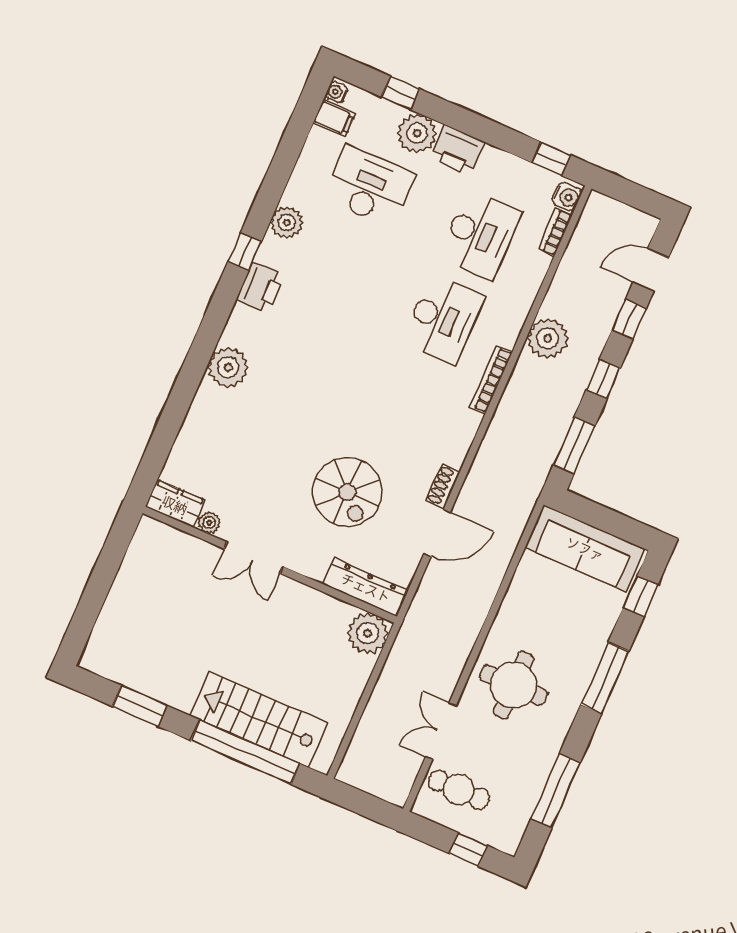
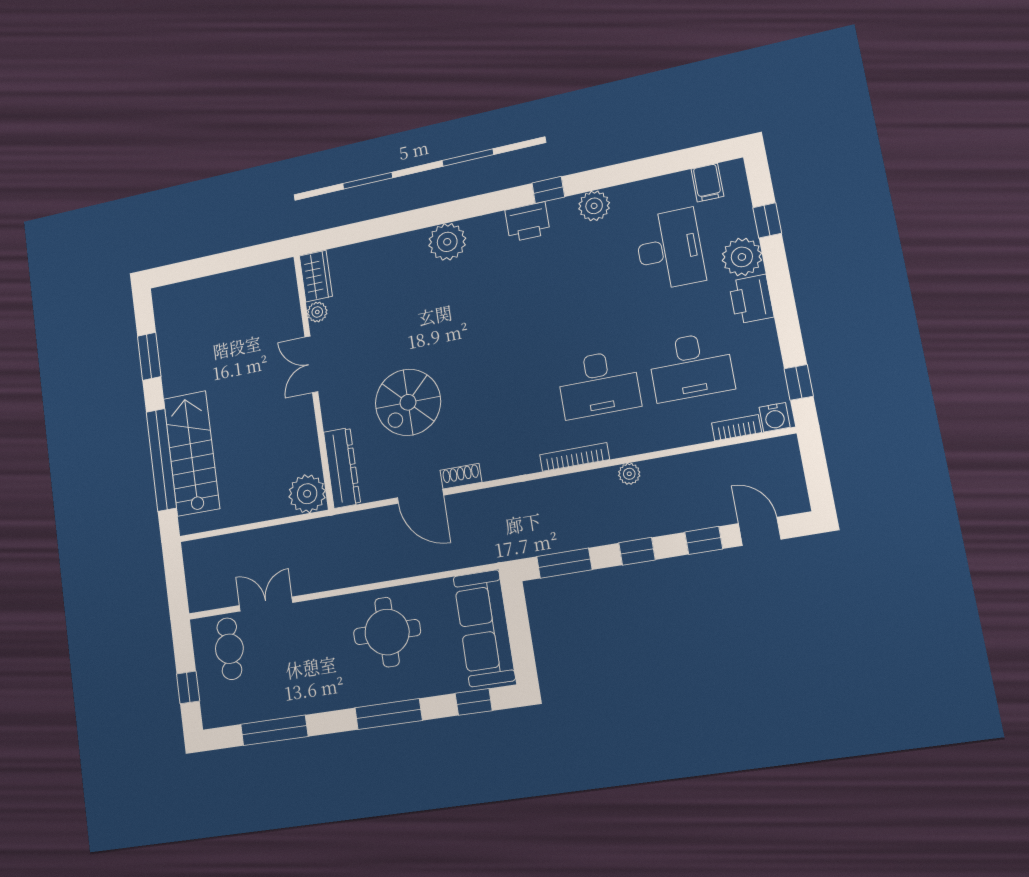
water cooler: (337, 92) -> (731, 169), removed
plant: (548, 338) -> (629, 474), width x0.53, depth x0.53
round table: (514, 685) -> (387, 632), moved

